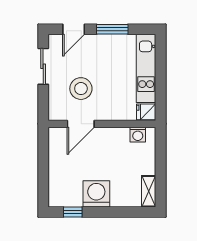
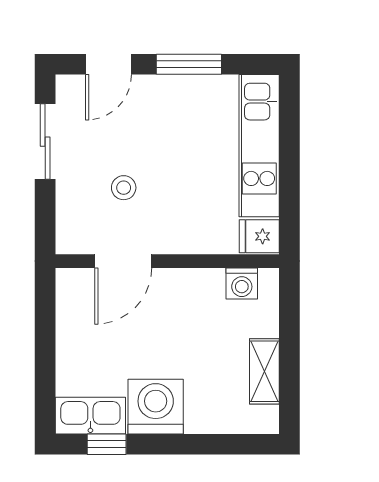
stool: (81, 89) -> (124, 188), width x0.53, depth x0.53
shelving: (149, 191) -> (264, 371), moved
kitchen sink: (65, 198) -> (90, 416), added

